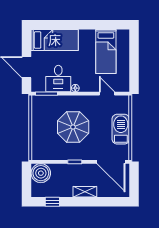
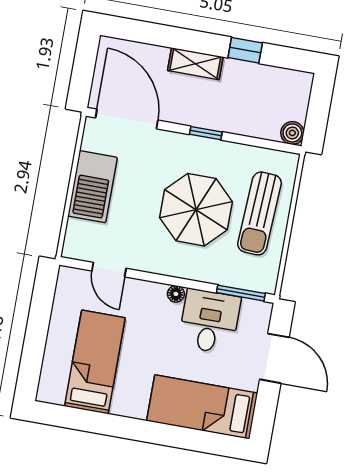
sun lounger: (45, 130) -> (260, 213), added
boiler: (41, 173) -> (292, 133), width x0.54, depth x0.54
window: (52, 202) -> (245, 50), moved

